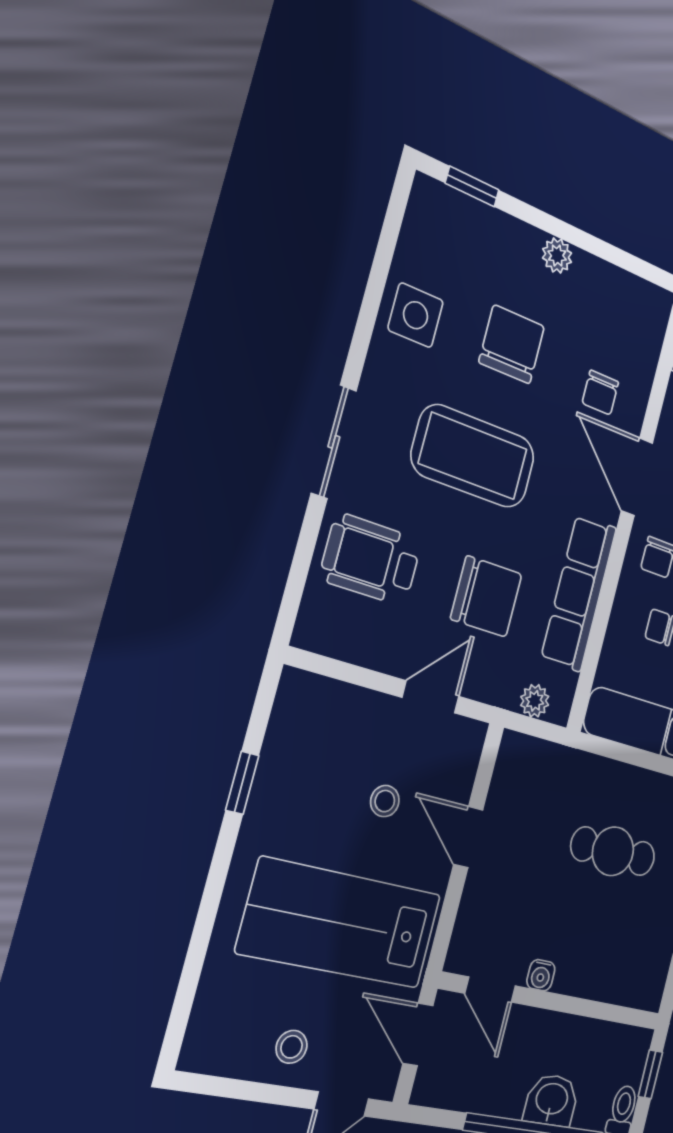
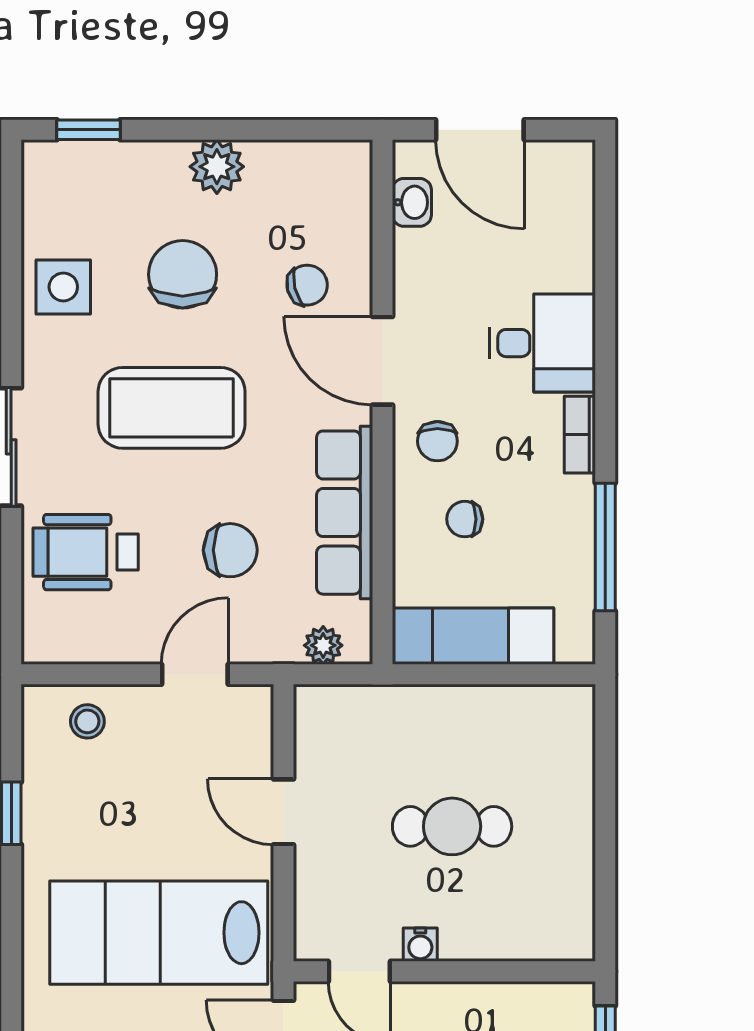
plant: (557, 256) -> (217, 167), width x1.38, depth x1.38
chair: (600, 393) -> (307, 285), turned -104
chair: (486, 596) -> (230, 550), width x0.73, depth x0.73
stool: (385, 801) -> (87, 721), moved
cafe table: (613, 851) -> (452, 826), moved

